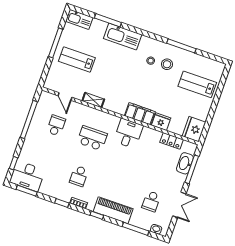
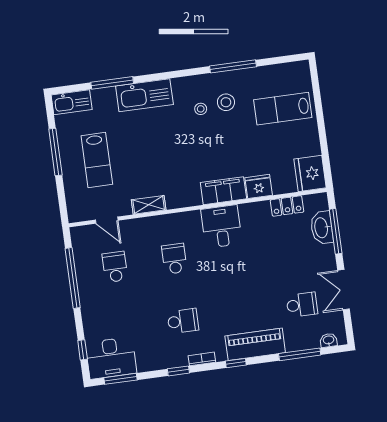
lab bench: (77, 60) -> (97, 160), turned -90
school desk: (92, 138) -> (174, 259), width x0.54
school desk: (79, 176) -> (183, 321), turned -90
school desk: (151, 201) -> (302, 305), turned -90
double door: (179, 205) -> (344, 290), swing flipped

